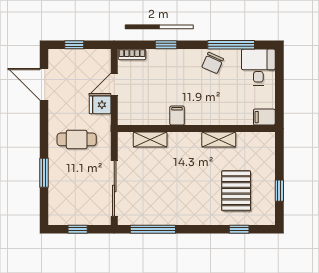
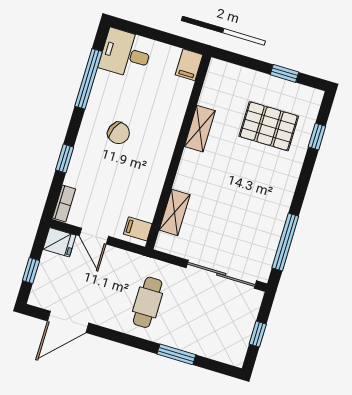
chair: (213, 63) -> (119, 133), moved
fridge: (100, 105) -> (59, 242), moved, turned -90
filing cabinet: (177, 116) -> (138, 229), moved

